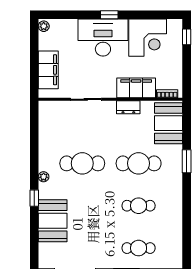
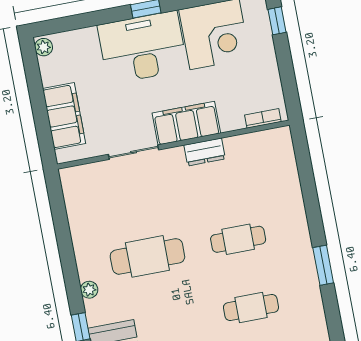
filing cabinet: (136, 88) -> (186, 123), moved
booth: (169, 123) -> (274, 165), removed
window: (187, 161) -> (323, 265), moved
cafe table: (139, 163) -> (238, 239), width x0.73, depth x0.74

